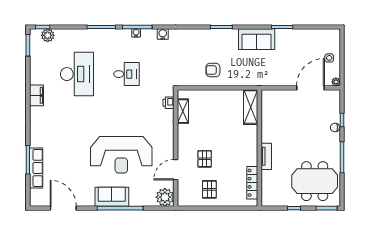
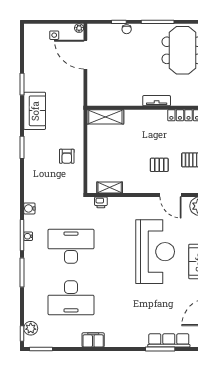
desk: (77, 74) -> (71, 298), turned 180
desk: (126, 74) -> (71, 246), width x1.87, depth x1.30

